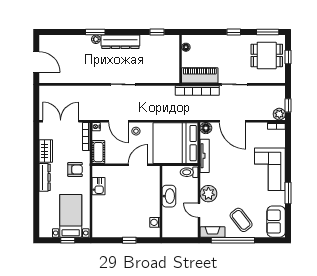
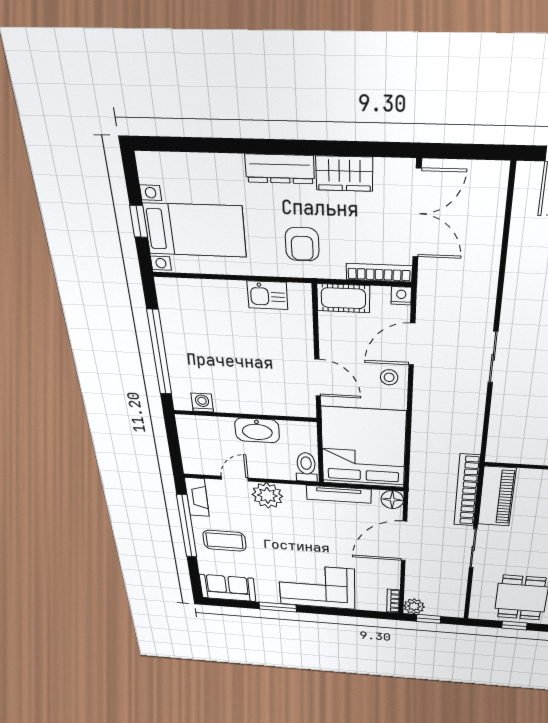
coffee table: (241, 220) -> (224, 541), turned 38
window: (129, 240) -> (159, 353), width x3.17

